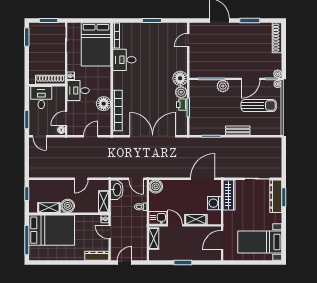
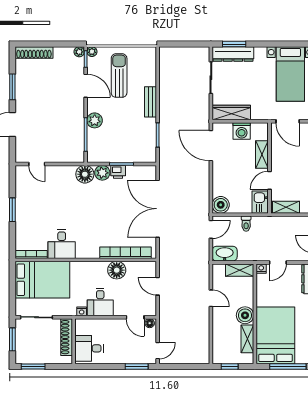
shoe rack: (50, 80) -> (67, 337), moved
wall: (47, 85) -> (74, 341), moved
desk: (41, 98) -> (89, 348), moved

